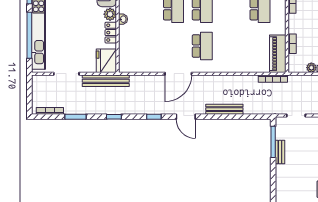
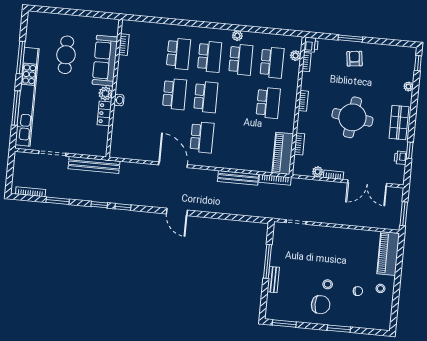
window: (29, 35) -> (16, 108), width x0.68
fridge: (106, 61) -> (97, 143), removed
door: (178, 74) -> (173, 165), swing flipped
bench: (224, 109) -> (238, 178), moved
window: (154, 117) -> (123, 207), moved
window: (273, 142) -> (267, 261), moved
bench: (280, 152) -> (273, 280), moved

